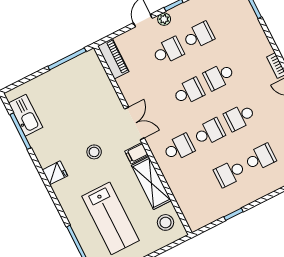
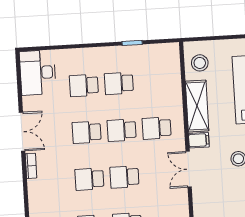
school desk: (219, 76) -> (89, 179), turned 180
school desk: (240, 117) -> (87, 132), turned 180
school desk: (230, 173) -> (119, 83), turned 180

